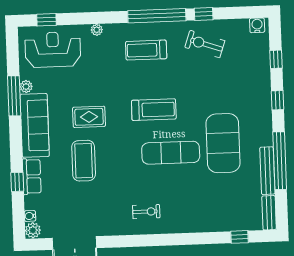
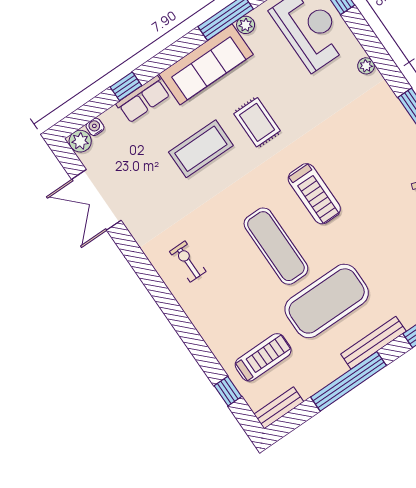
treadmill: (146, 50) -> (263, 357), moved, turned 90
bench: (267, 171) -> (373, 343), moved
exercise bike: (146, 212) -> (188, 261), turned 180

